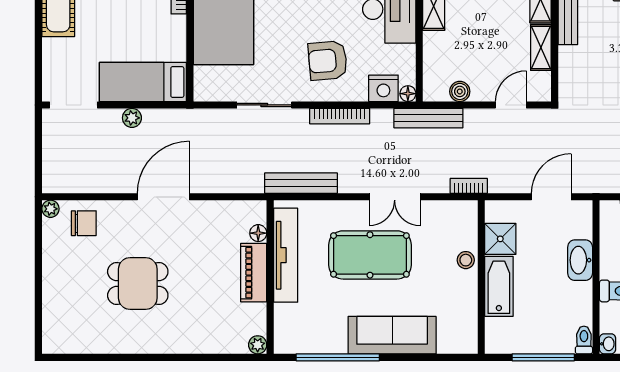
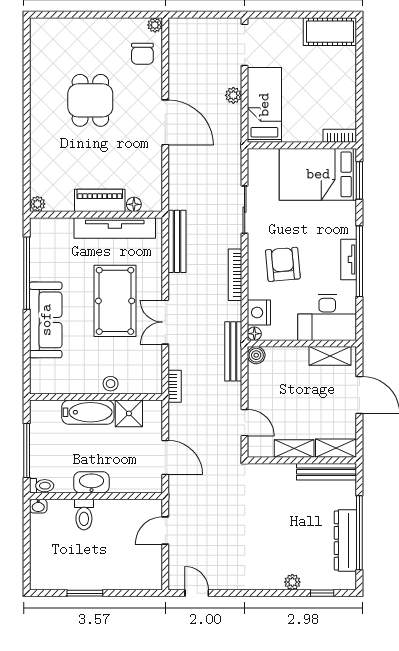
boiler: (460, 91) -> (256, 355), moved
washbasin: (580, 260) -> (91, 482), moved

